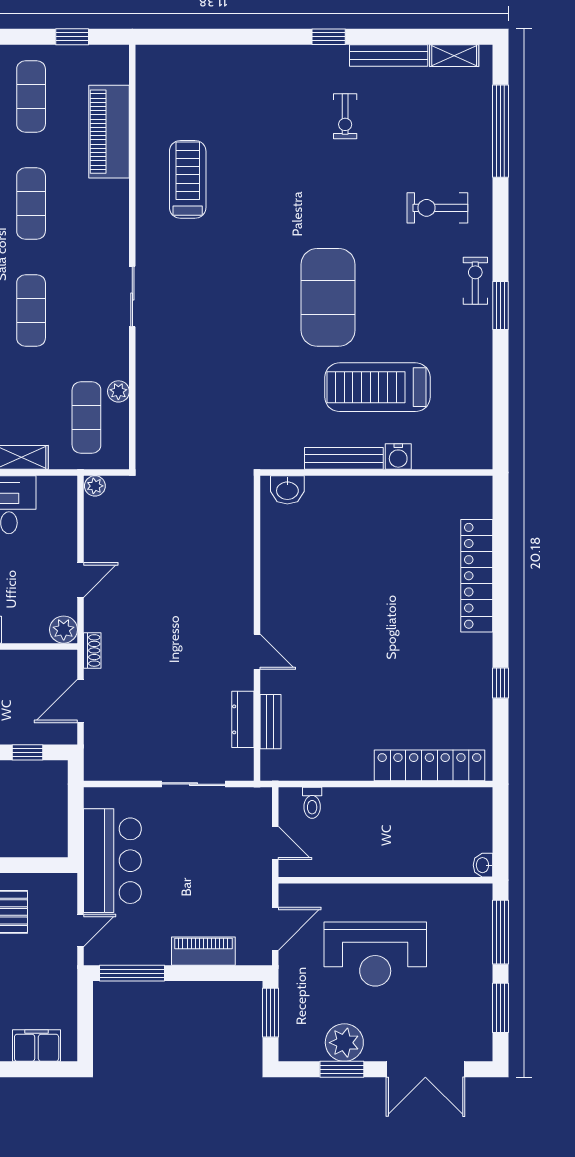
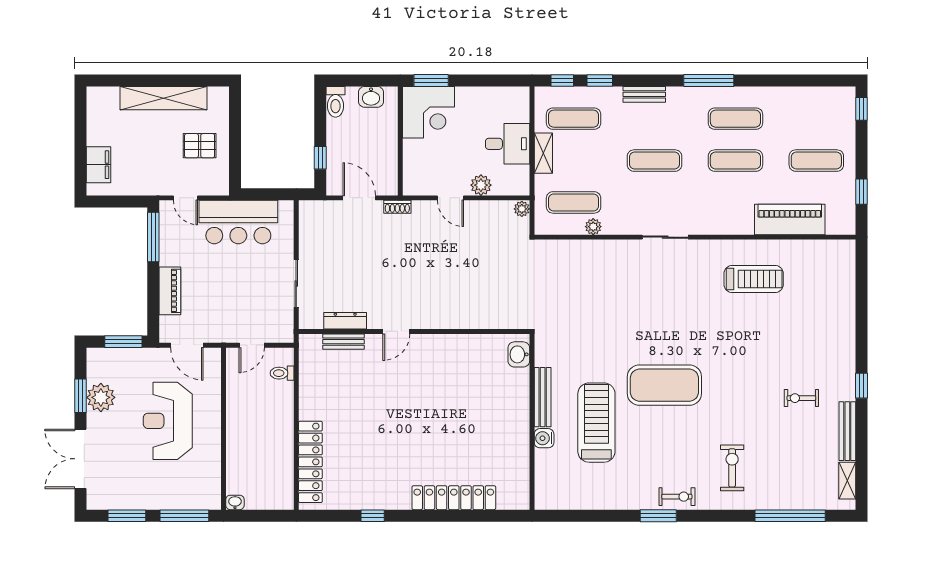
plant: (64, 630) -> (481, 185), moved

